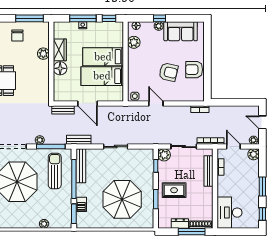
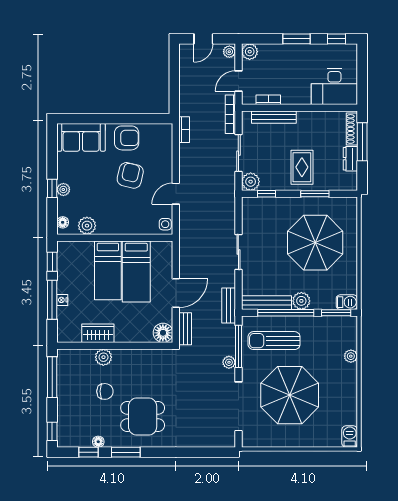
sofa: (181, 31) -> (81, 137), moved, turned 90
chair: (17, 35) -> (105, 391), moved
floor lamp: (60, 68) -> (163, 333), moved
armchair: (194, 70) -> (127, 138), turned -90
plant: (82, 190) -> (301, 301), added
barbecue: (81, 204) -> (347, 302), moved

